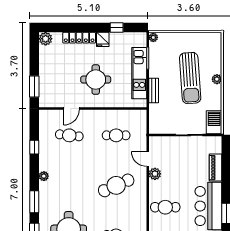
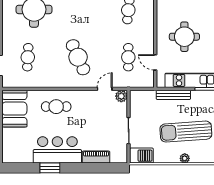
bench: (154, 90) -> (173, 95), width x1.36
door: (71, 108) -> (155, 62), moved
plant: (155, 174) -> (121, 96), moved
cafe table: (165, 207) -> (56, 107), turned 90

